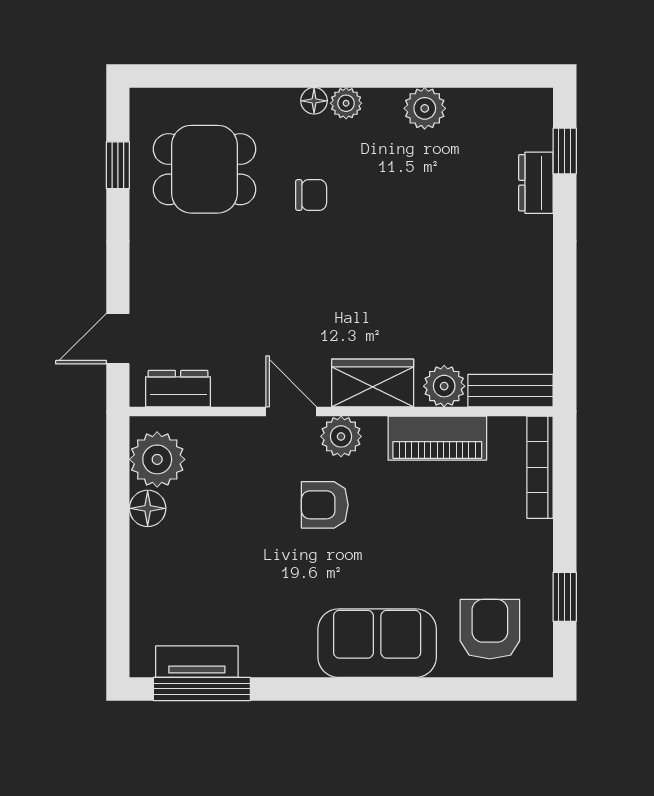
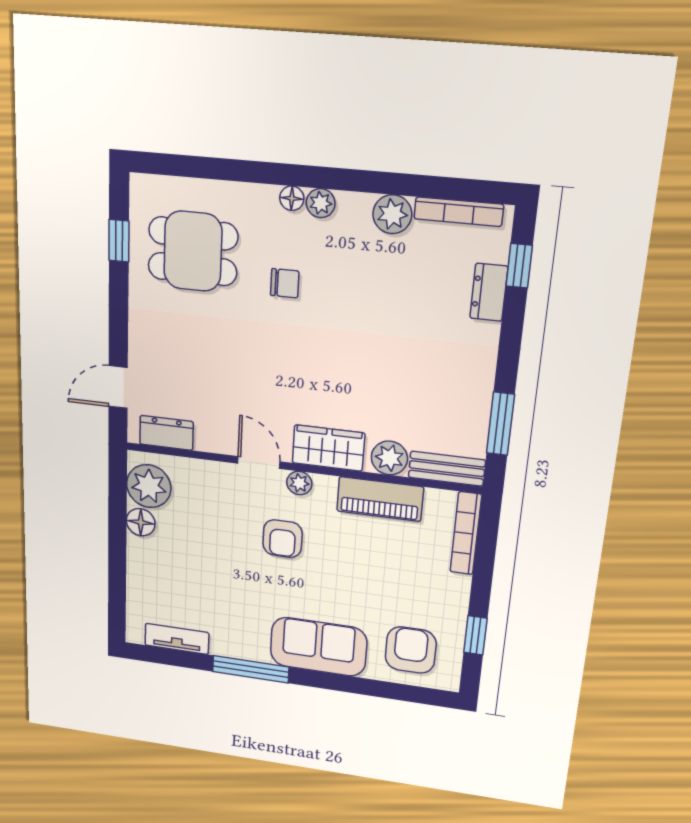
bookcase: (495, 99) -> (459, 212), added
window: (565, 330) -> (500, 424), added
plant: (341, 436) -> (299, 483), width x0.73, depth x0.73
armchair: (325, 505) -> (283, 539), turned -90
window: (202, 689) -> (251, 669), moved

